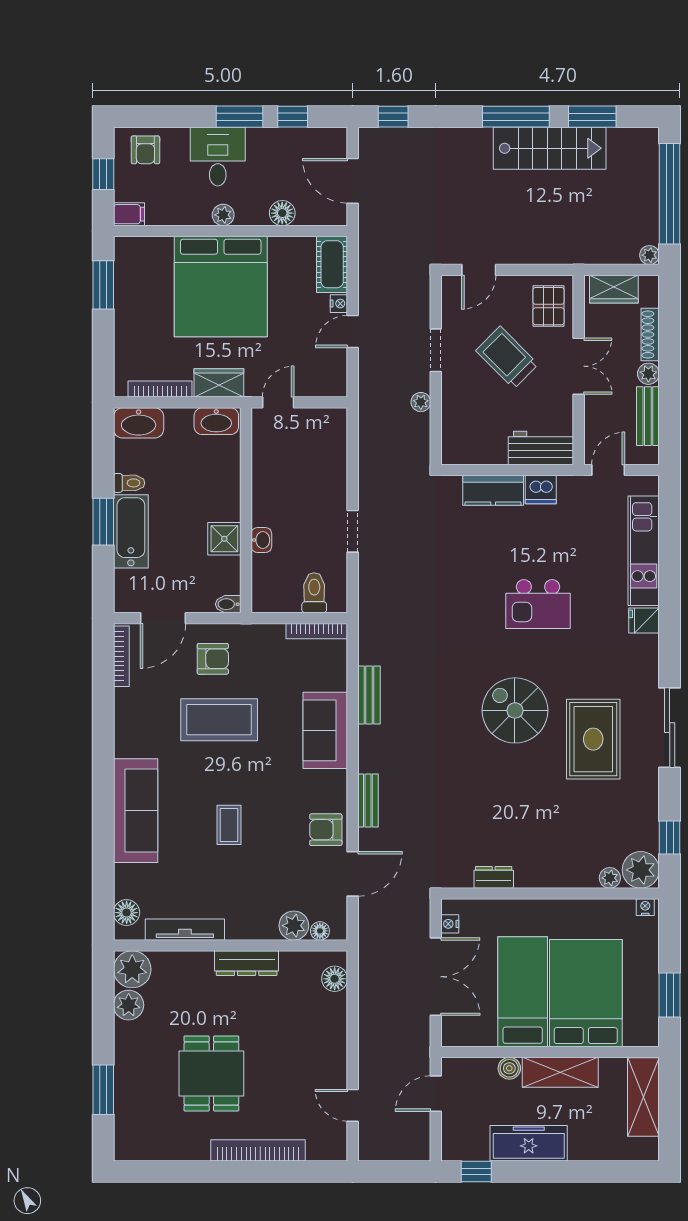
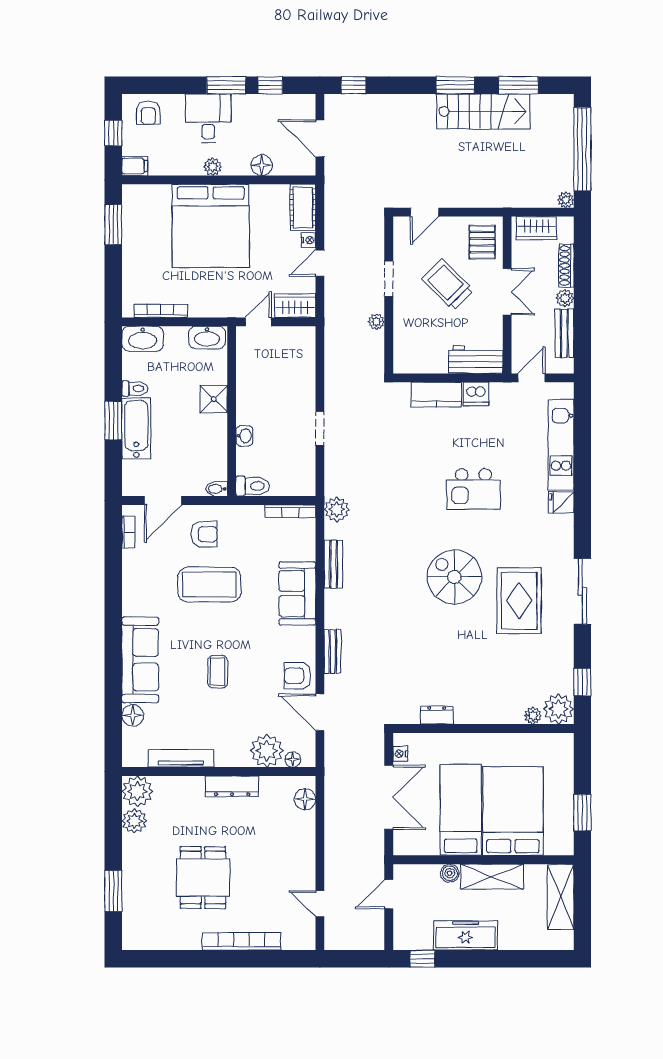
window: (516, 117) -> (455, 85), width x0.69
wardrobe: (219, 383) -> (295, 306), moved
shower: (224, 539) -> (214, 399), moved
toilet: (314, 593) -> (253, 486), moved, turned 90
plant: (373, 629) -> (337, 509), added
bookcase: (121, 656) -> (128, 532), width x0.64
door: (353, 874) -> (320, 712), swing flipped
nightstand: (645, 907) -> (562, 740), removed
floor lamp: (127, 913) -> (133, 715), moved
plant: (294, 926) -> (267, 751), width x1.36, depth x1.36

